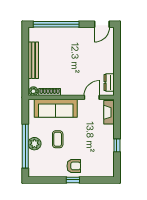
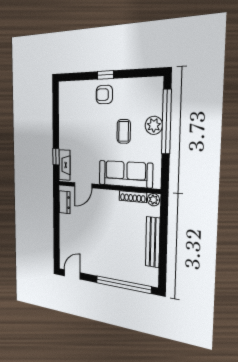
window: (117, 145) -> (56, 157), moved

